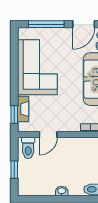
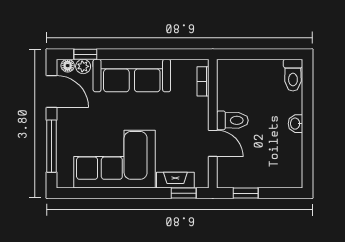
toilet: (28, 148) -> (232, 120), moved
window: (14, 170) -> (246, 193), moved

